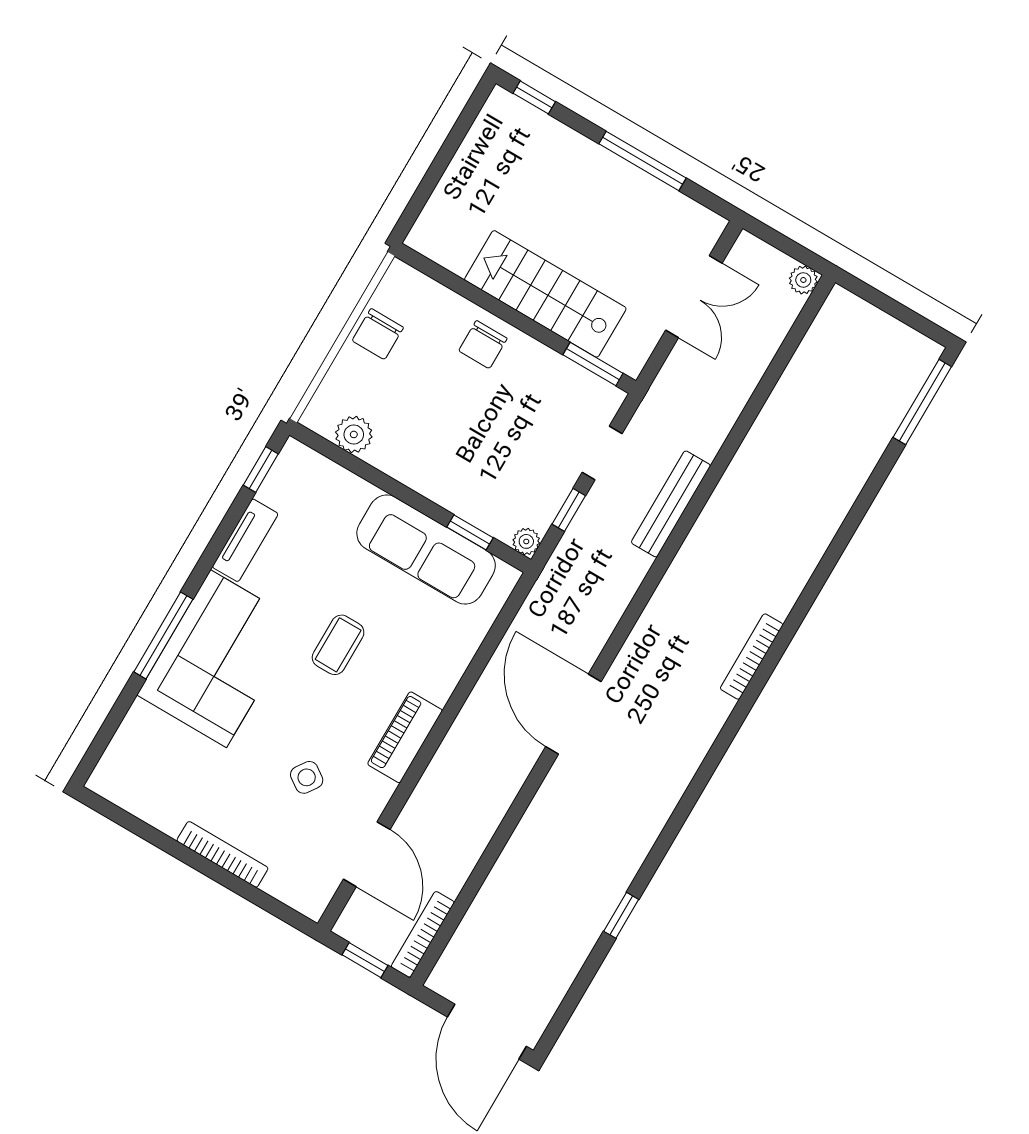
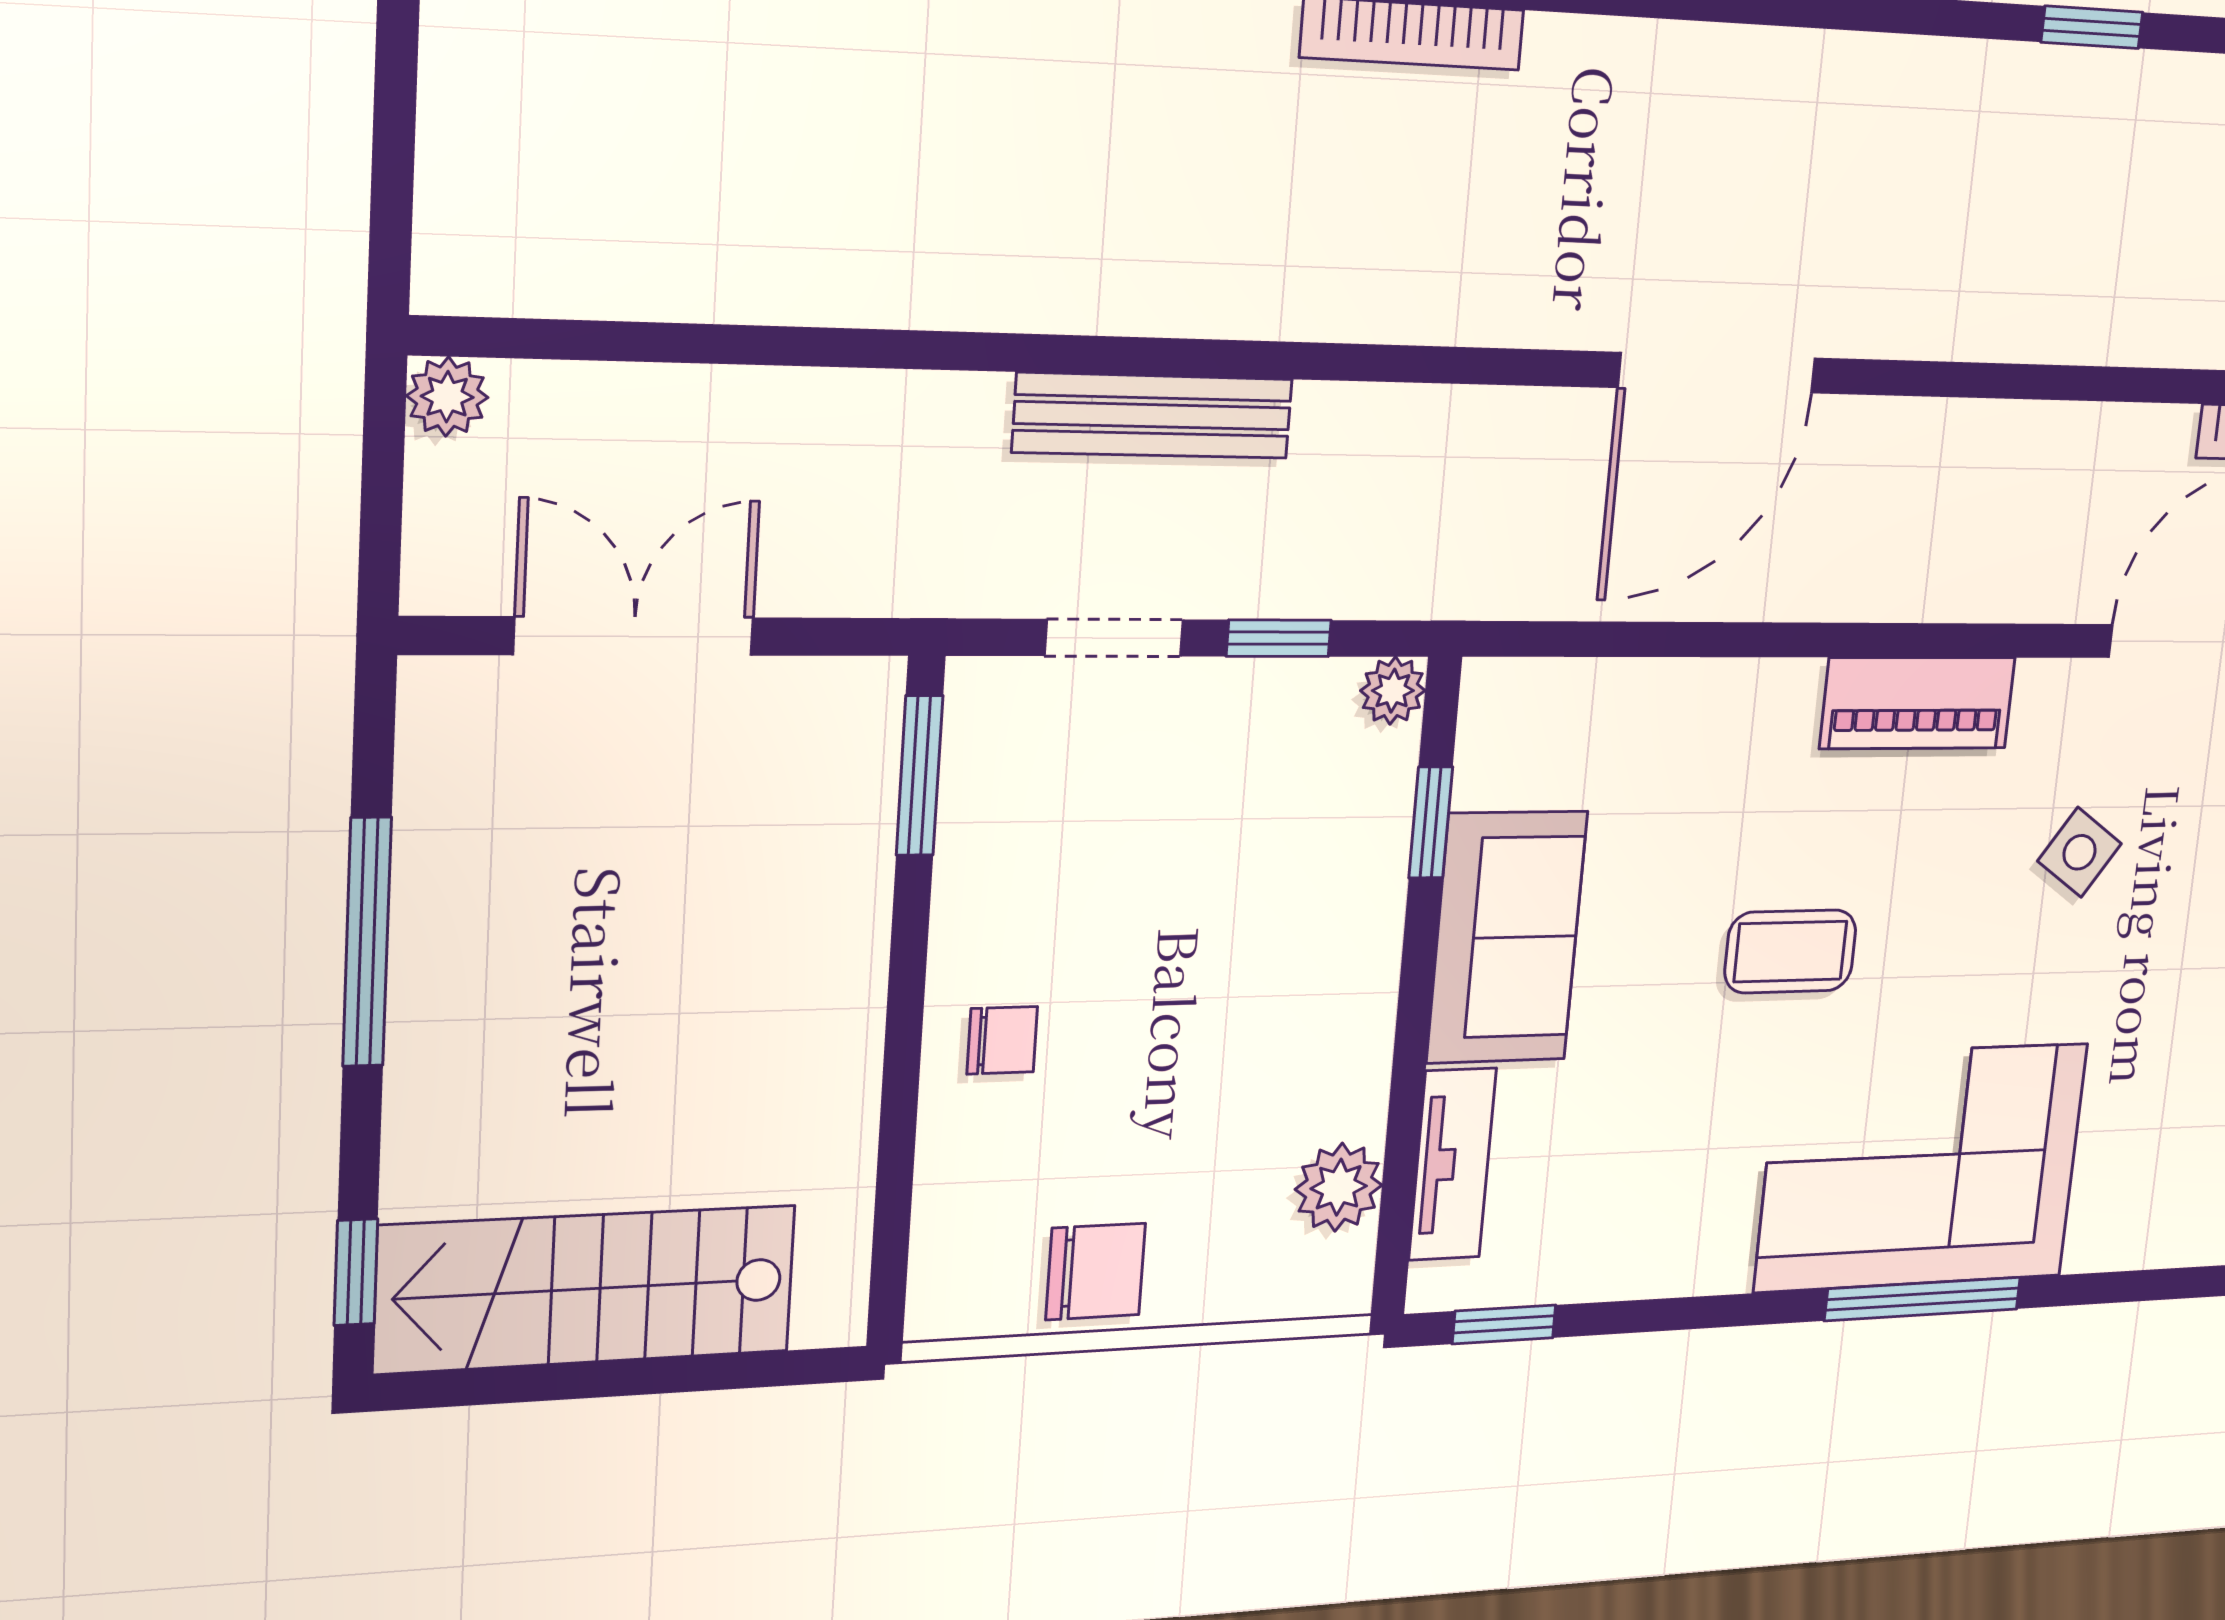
stairs: (545, 294) -> (586, 1289), moved, turned 90
chair: (483, 345) -> (1002, 1040), width x0.73, depth x0.73
tv unit: (245, 540) -> (1452, 1164), moved, turned 90
sofa: (426, 550) -> (1507, 937), width x0.73

